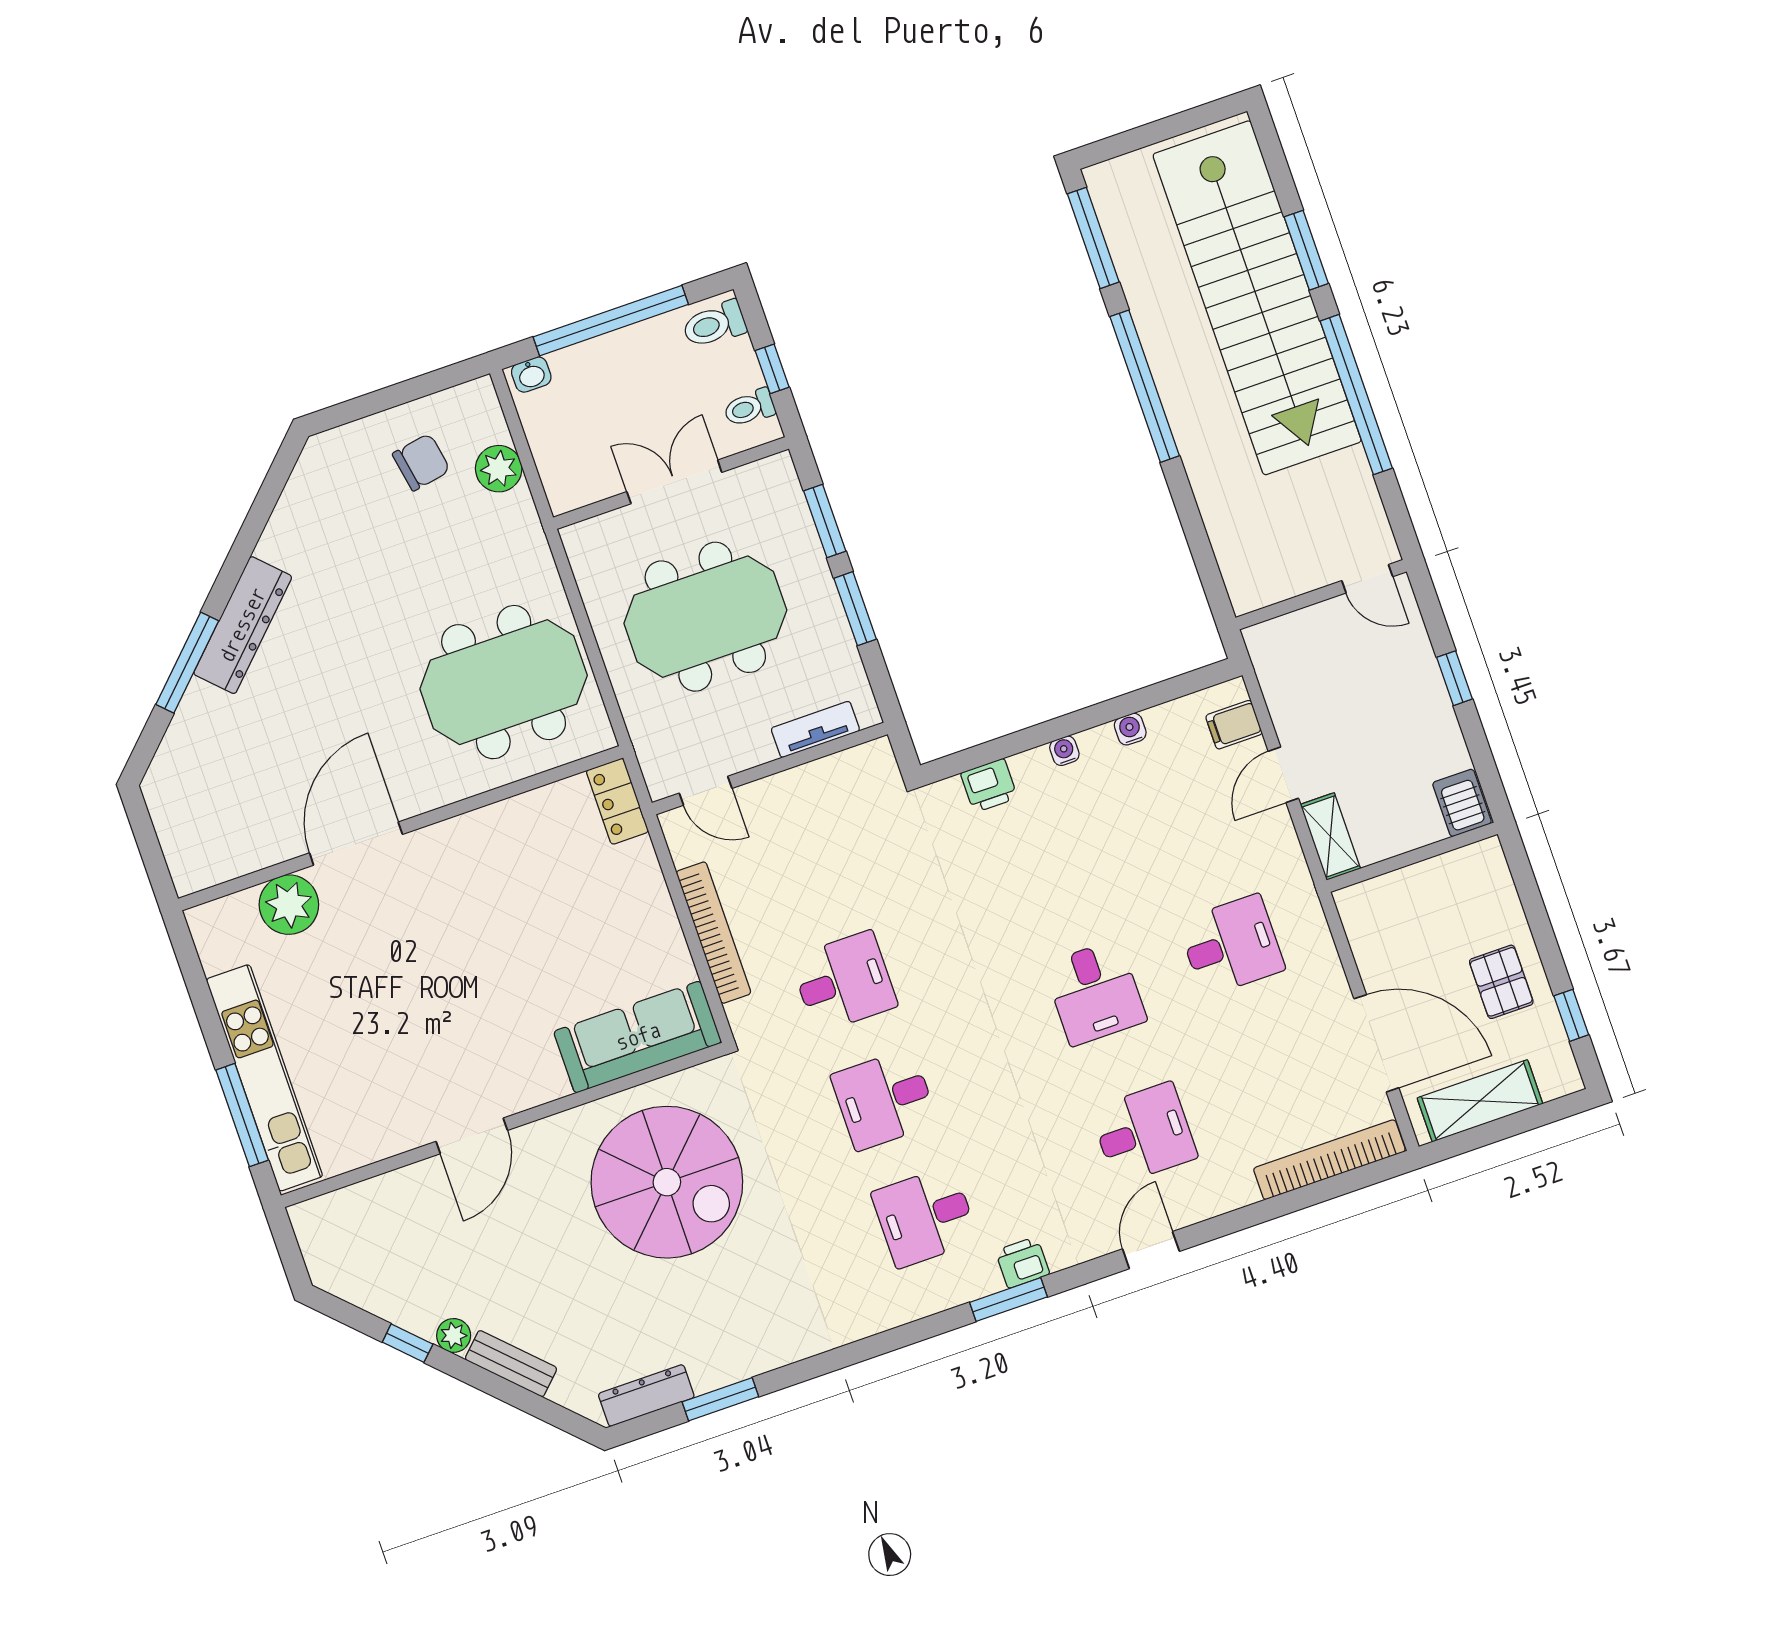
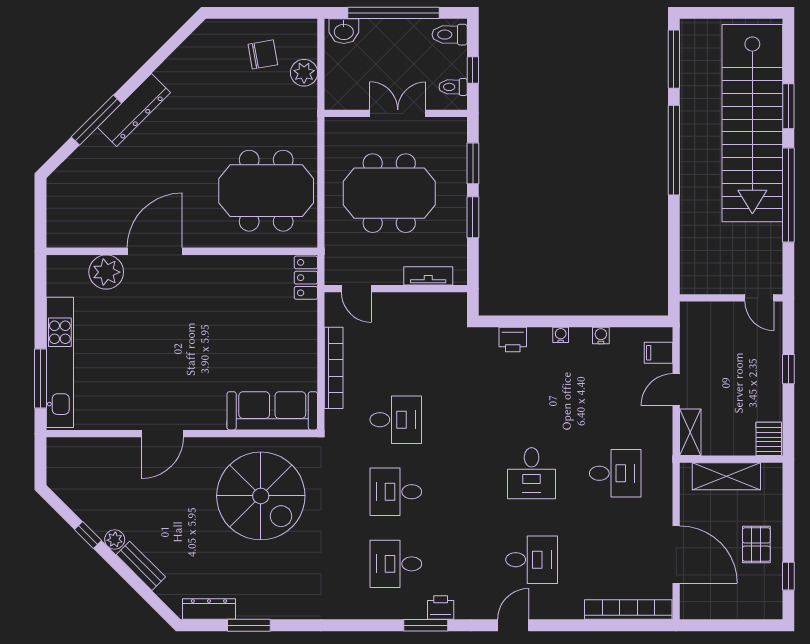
washbasin: (531, 375) -> (344, 31), width x1.38, depth x1.45
shelving: (1480, 1101) -> (726, 476), moved

